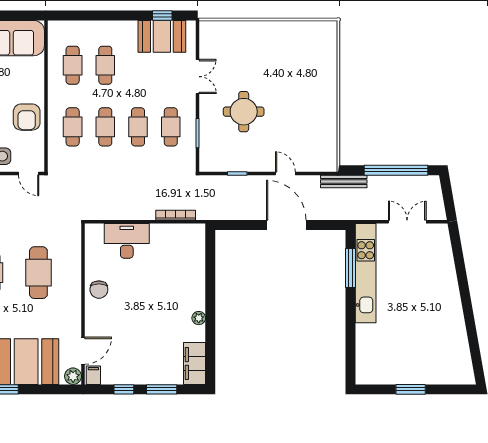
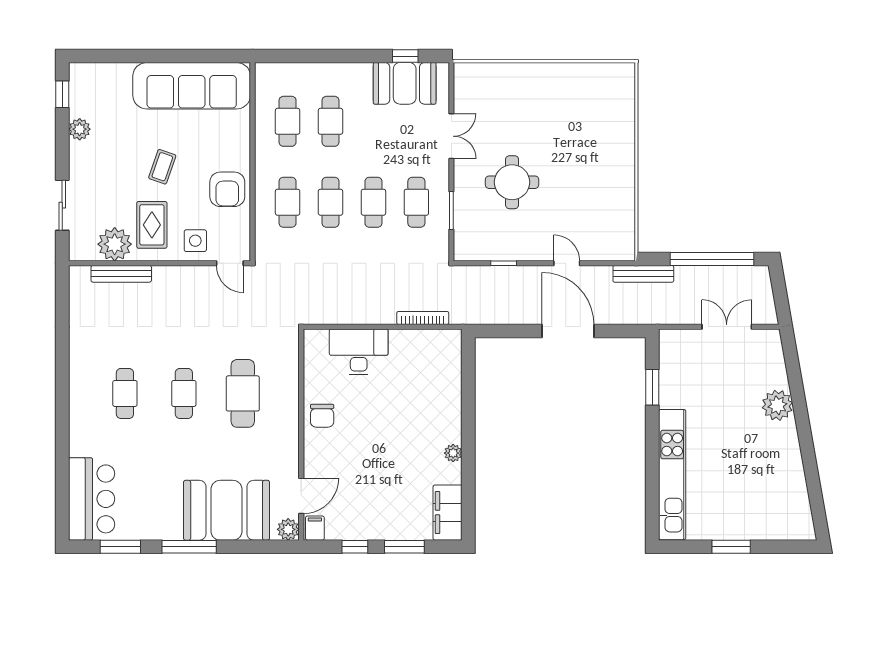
window: (351, 268) -> (652, 387), width x0.69
kitchen unit: (366, 273) -> (672, 475), moved
plant: (446, 282) -> (777, 405), added

